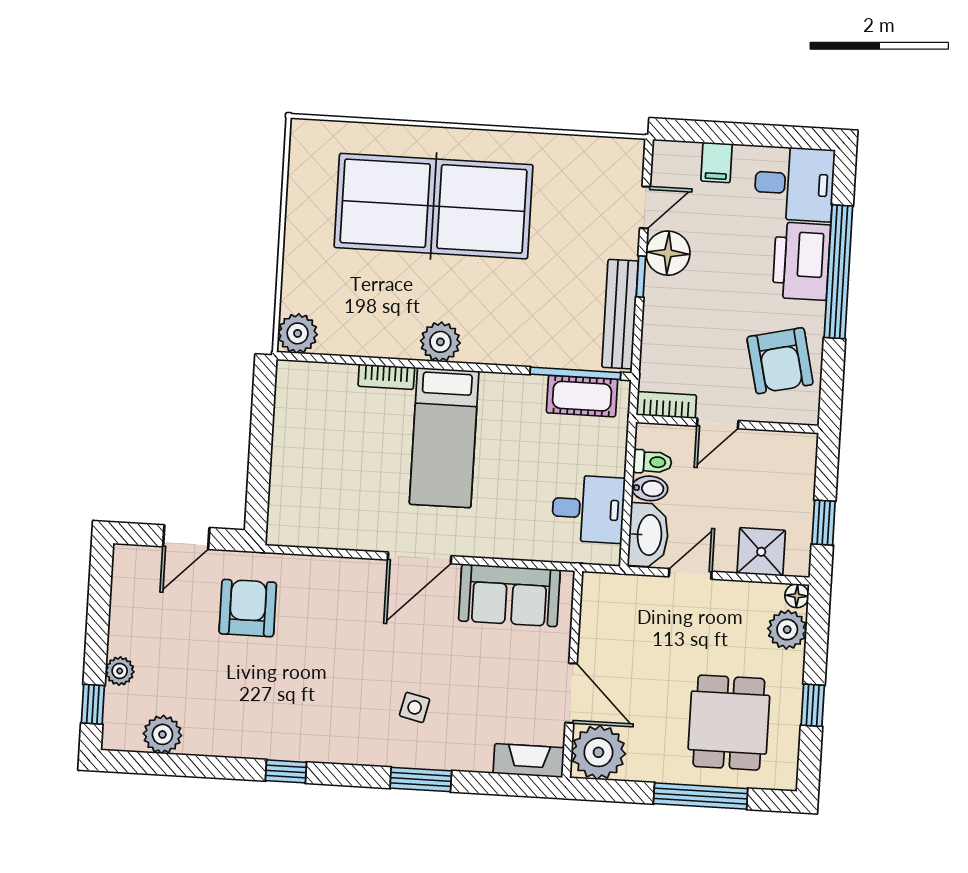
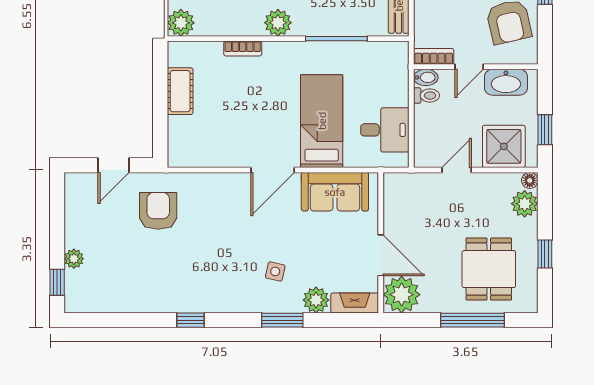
window: (575, 373) -> (336, 39), moved
cot: (582, 396) -> (180, 91), moved, turned 90
bed: (444, 438) -> (322, 121), moved, turned 180
bidet: (650, 488) -> (426, 77), moved
washbasin: (648, 535) -> (506, 82), moved, turned 90
shower: (761, 552) -> (504, 146), width x1.36, depth x1.36
plant: (162, 734) -> (316, 300), moved

